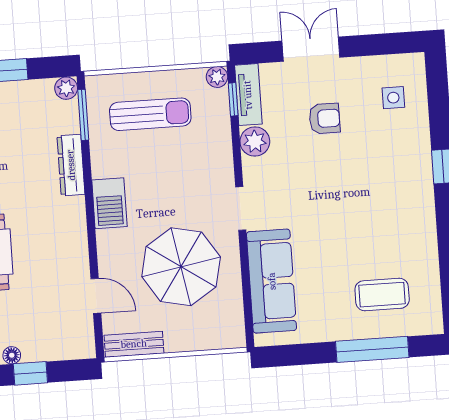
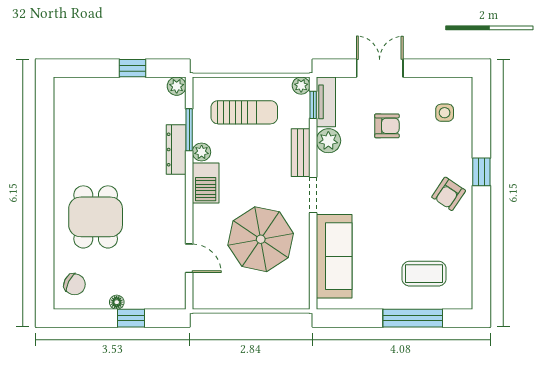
window: (83, 115) -> (189, 130), moved
plant: (102, 166) -> (202, 152), added
armchair: (405, 196) -> (449, 194), added
bench: (134, 344) -> (301, 153), moved, turned 90

